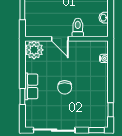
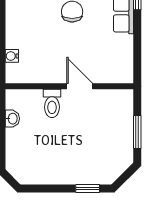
plant: (34, 50) -> (119, 69), removed

